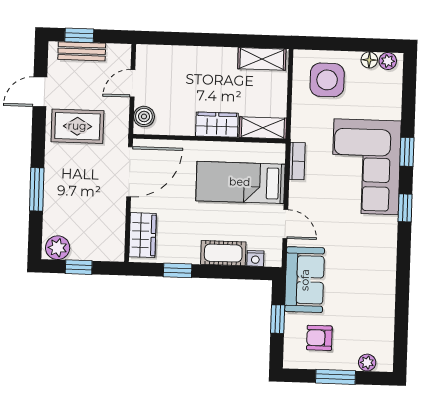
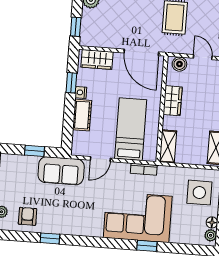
wardrobe: (217, 125) -> (173, 101), moved
window: (405, 208) -> (50, 238), moved
nightstand: (255, 258) -> (81, 92), moved
window: (79, 267) -> (76, 27), moved
armchair: (319, 338) -> (28, 216), moved

